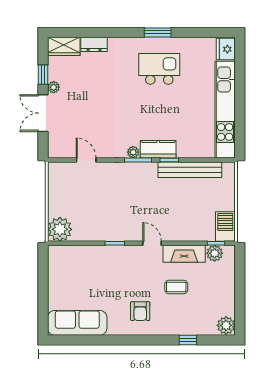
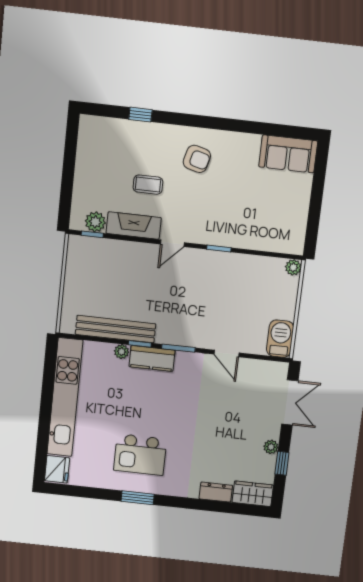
double door: (43, 113) -> (290, 402), moved
plant: (133, 152) -> (122, 352), moved
door: (86, 160) -> (227, 353), moved
barbecue: (225, 226) -> (280, 339), moved, turned 180
plant: (60, 229) -> (293, 267), width x0.53, depth x0.53
door: (152, 243) -> (172, 243), hinge flipped
armchair: (140, 311) -> (197, 159), turned 105
sofa: (77, 323) -> (288, 154), width x0.73
plant: (226, 325) -> (90, 128), removed

